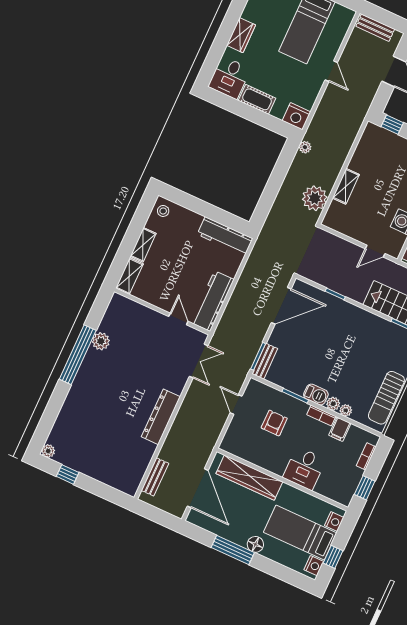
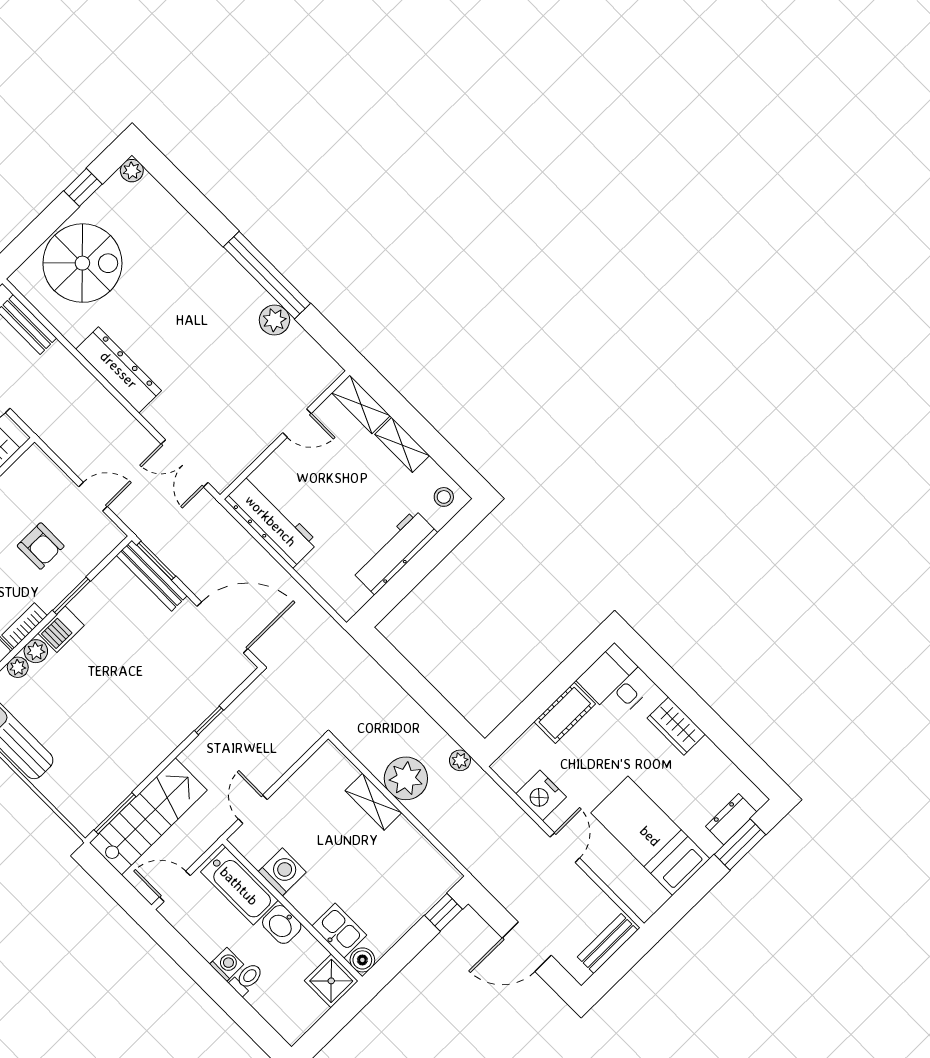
door: (331, 71) -> (565, 848), swing flipped
nightstand: (296, 116) -> (541, 795), moved, turned -90
plant: (315, 198) -> (406, 778), moved
workbench: (225, 236) -> (395, 552), moved
door: (281, 306) -> (222, 627), swing flipped
door: (178, 319) -> (297, 423), moved
bench: (265, 361) -> (152, 576), width x1.36
spiral stairs: (109, 459) -> (82, 263), added

